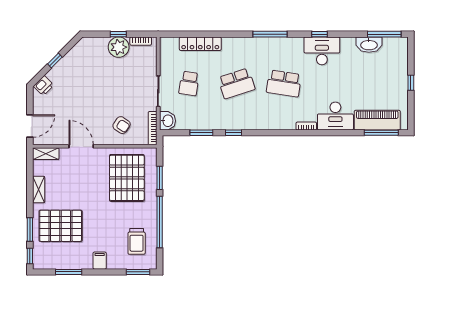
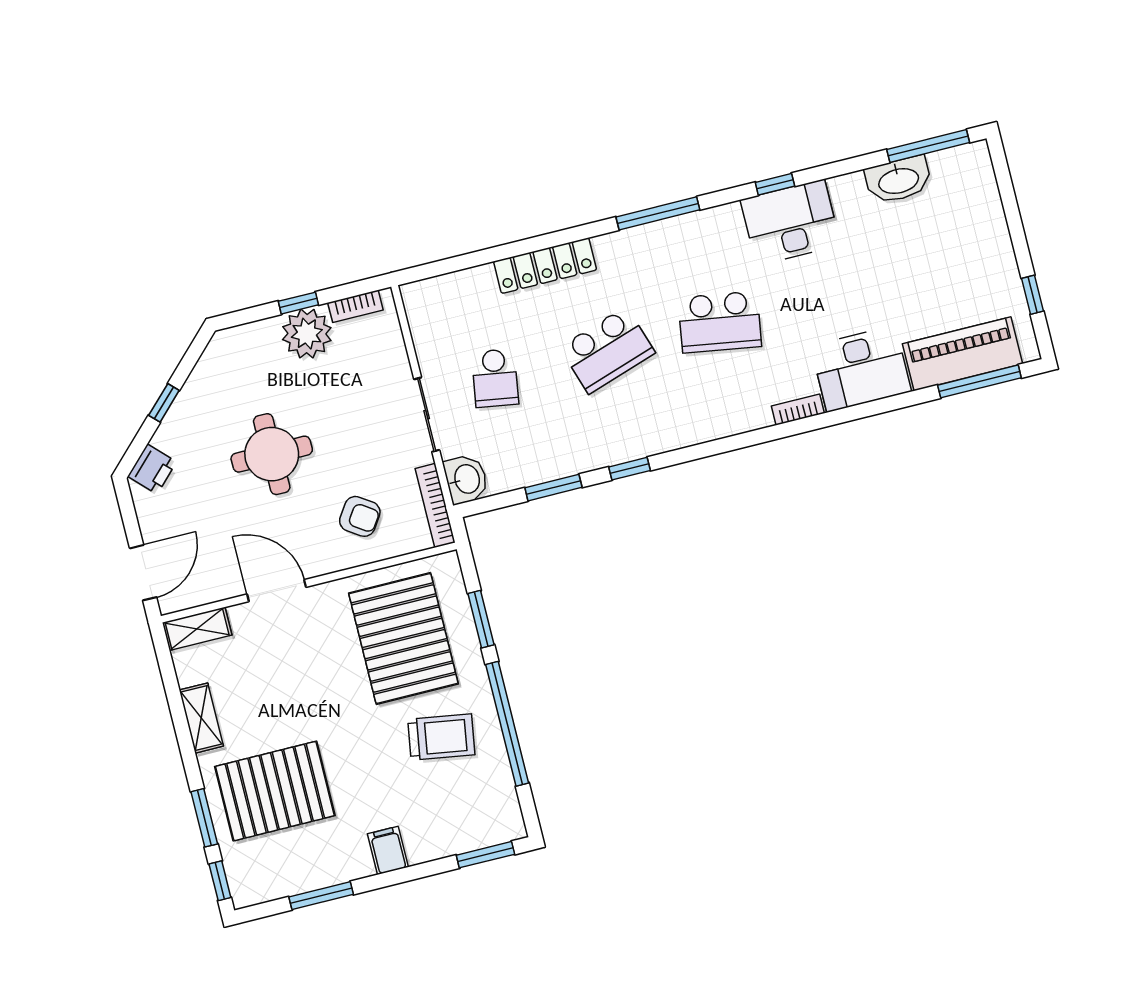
locker: (200, 44) -> (545, 266), moved
window: (411, 83) -> (1032, 295), moved
round table: (93, 92) -> (272, 454), added
trolley: (137, 241) -> (441, 737), moved, turned -81

